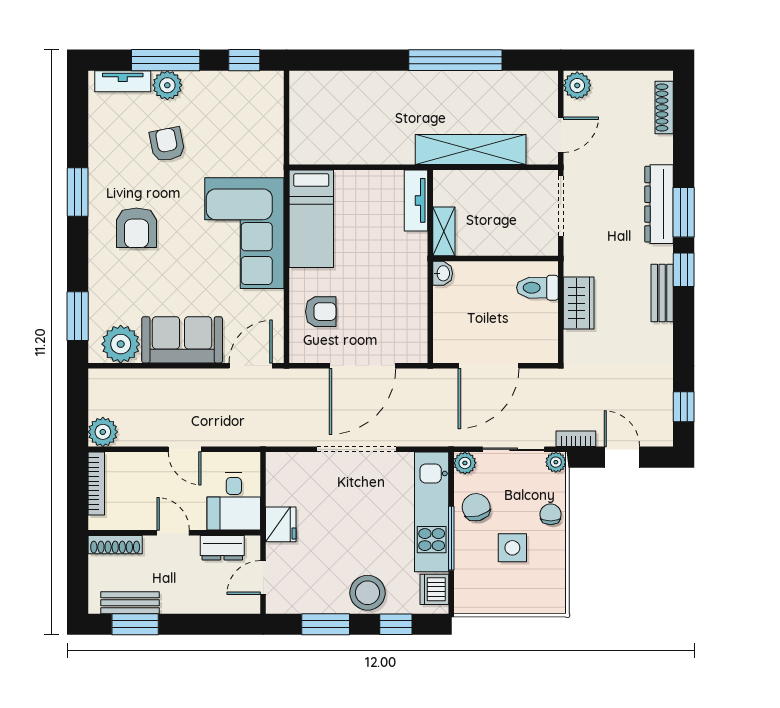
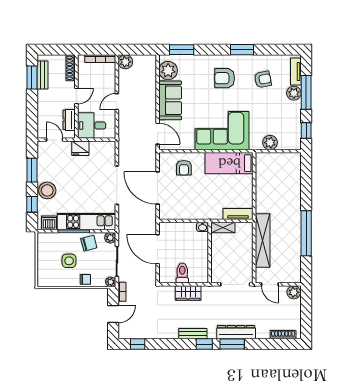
plant: (269, 134) -> (270, 143), added
armchair: (167, 144) -> (263, 79), moved
toilet: (537, 288) -> (182, 273), moved

